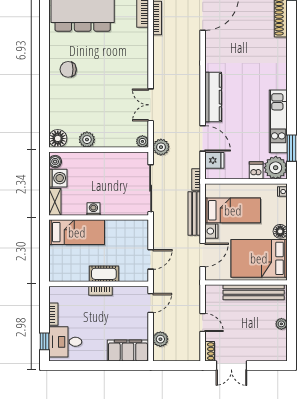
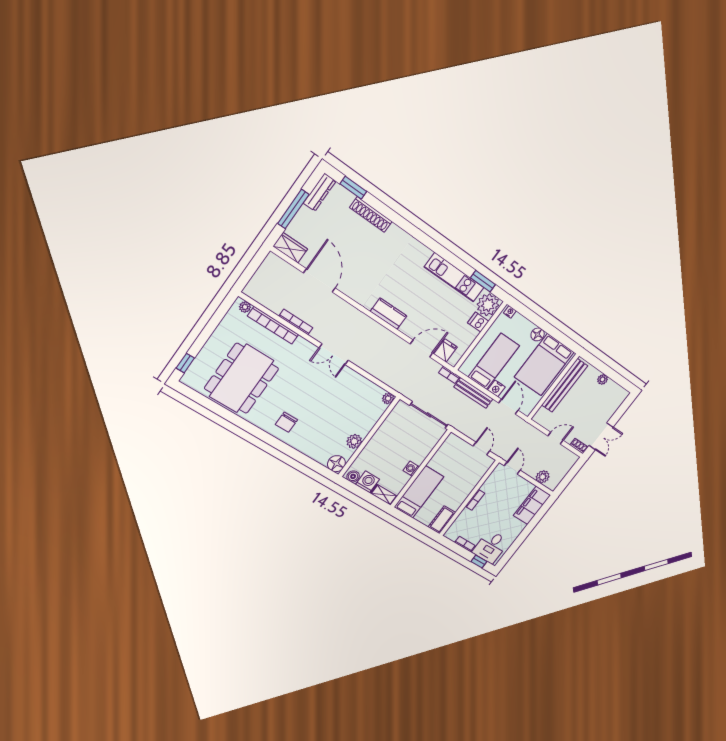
kitchen counter: (213, 97) -> (389, 314), width x0.67
double door: (151, 105) -> (334, 354), moved
plant: (161, 147) -> (403, 387), removed
cot: (104, 274) -> (442, 520), moved

